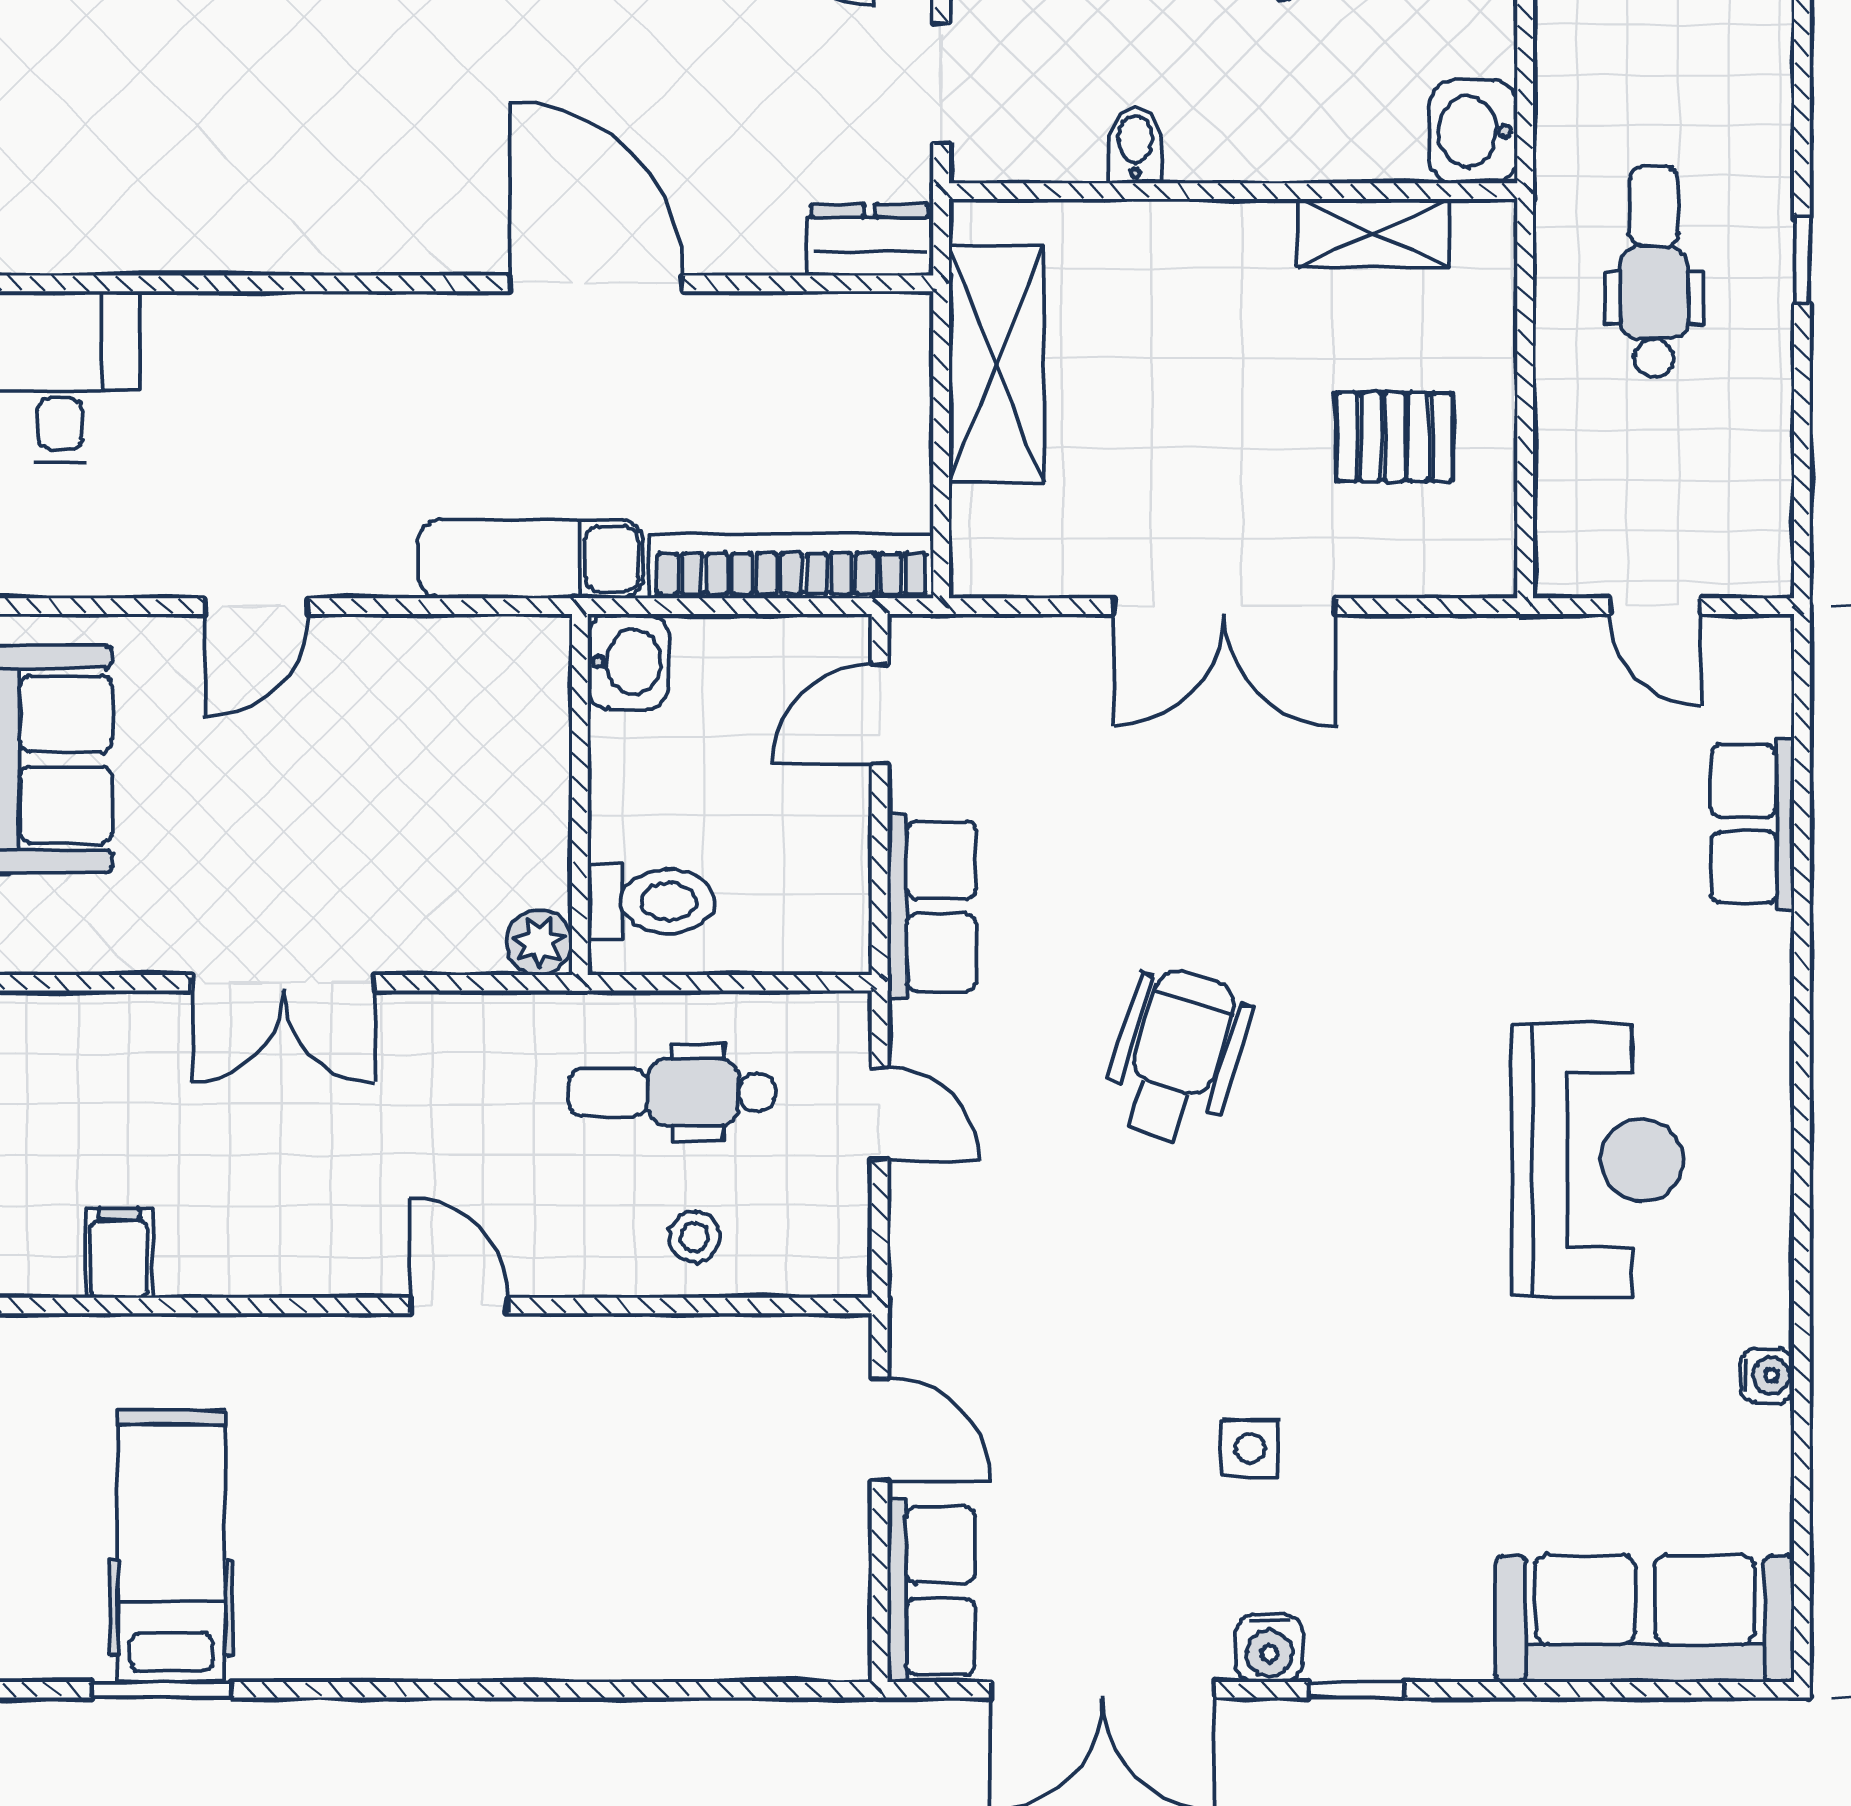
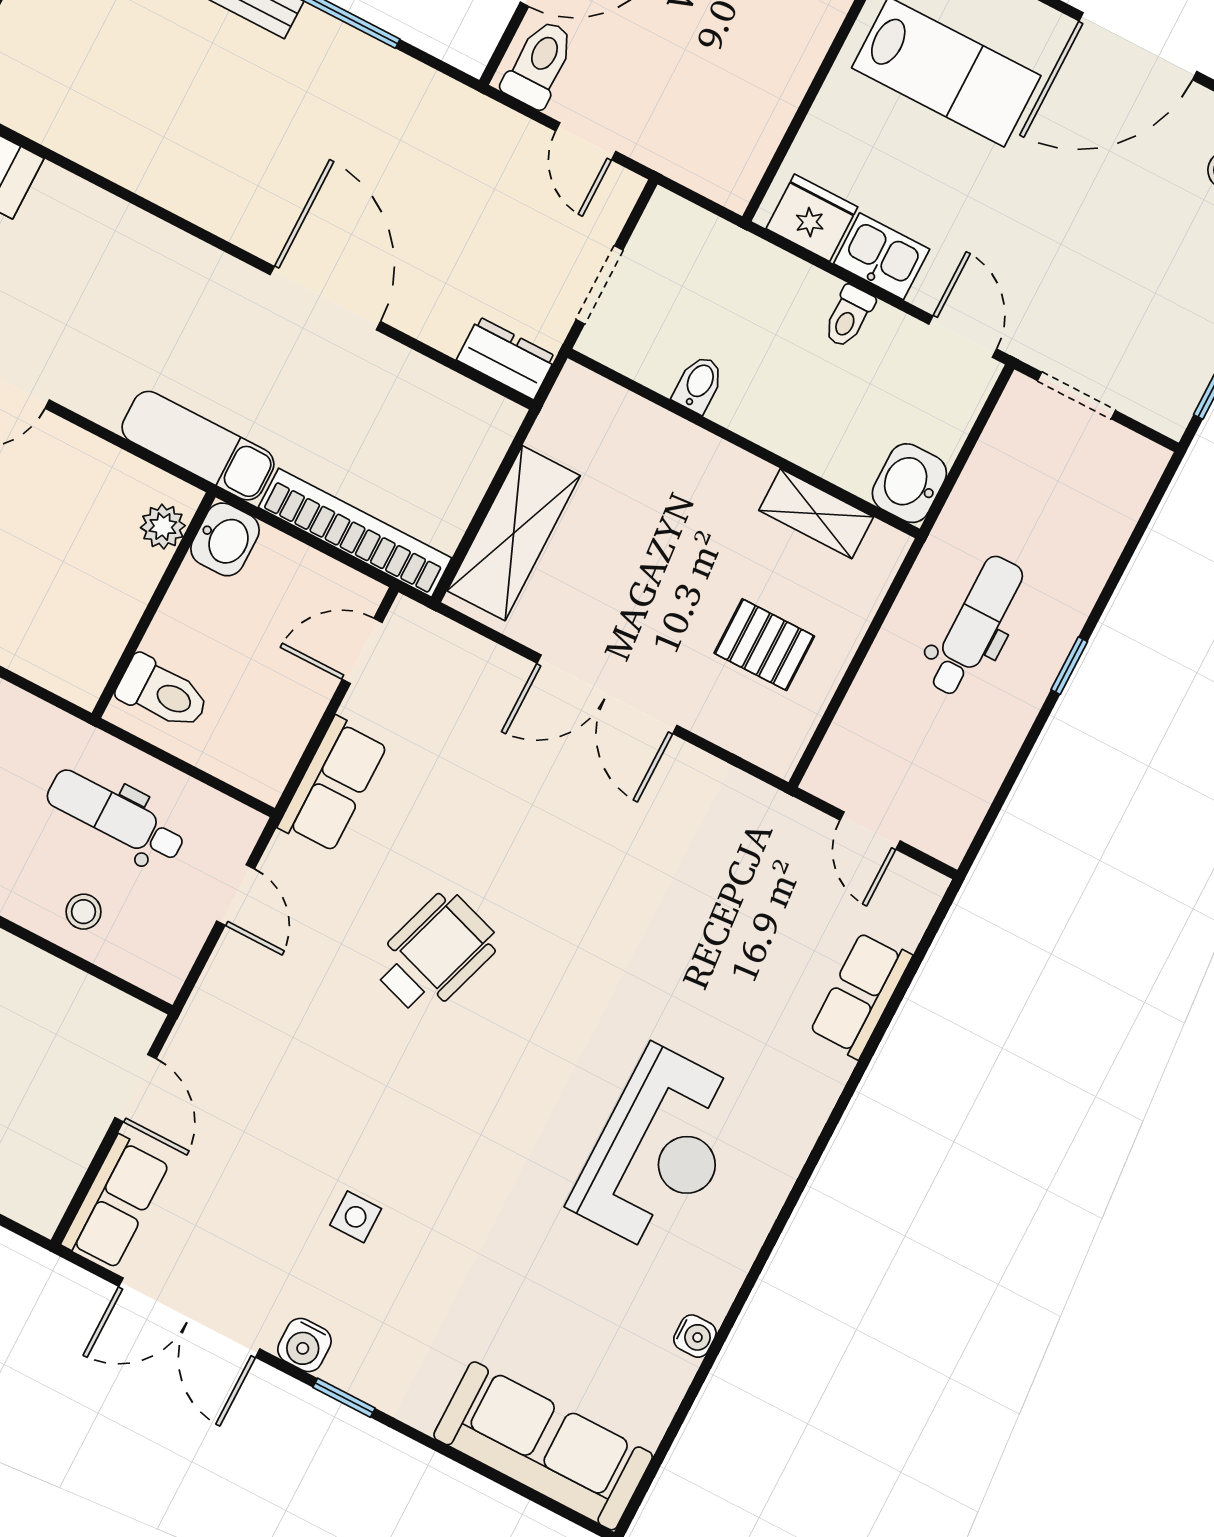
shelving: (996, 364) -> (514, 533), moved
plant: (539, 942) -> (163, 527), moved

